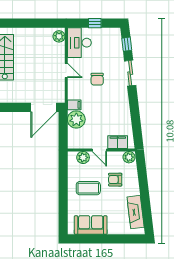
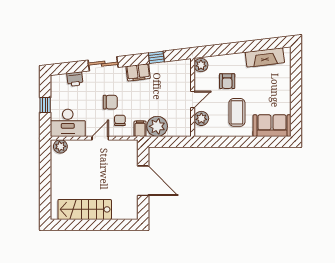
window: (127, 44) -> (156, 57), moved
printer: (117, 49) -> (75, 79), added
chair: (81, 88) -> (120, 120), added
door: (44, 107) -> (143, 181), moved
filing cabinet: (118, 142) -> (138, 72), moved, turned -97
sofa: (91, 225) -> (272, 126), moved, turned 90

